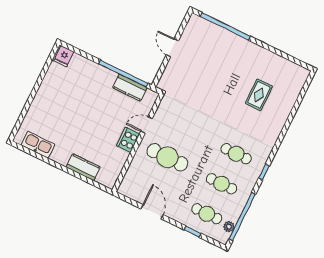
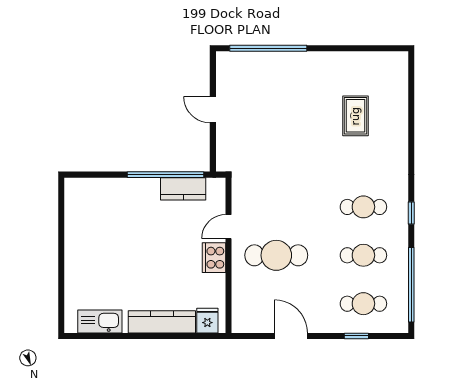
fridge: (64, 56) -> (207, 321), moved, turned 180
kitchen counter: (83, 167) -> (162, 322), width x1.50
plant: (229, 227) -> (401, 306), removed

